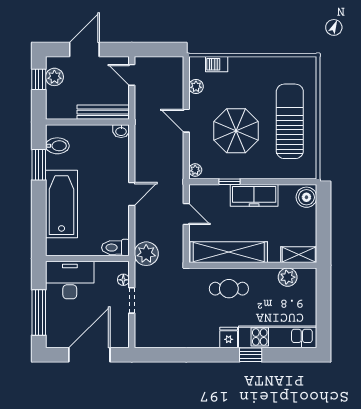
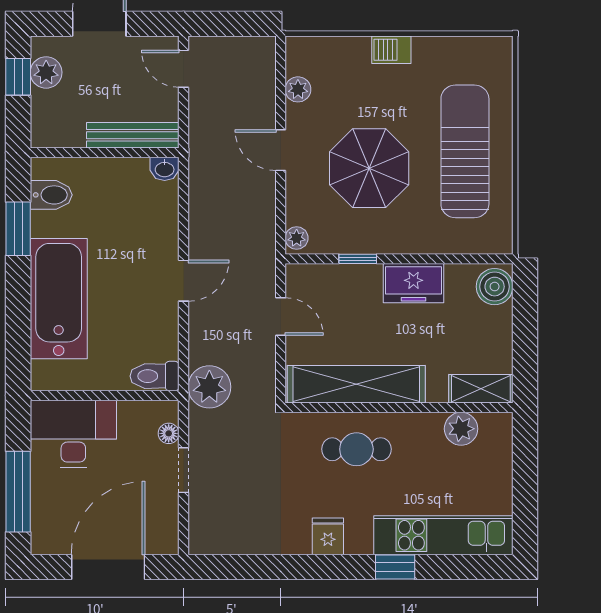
barbecue: (217, 64) -> (391, 50), moved
freezer: (254, 195) -> (414, 283), width x0.71
fridge: (229, 338) -> (328, 536), moved

